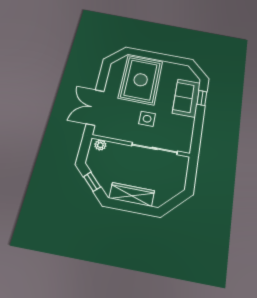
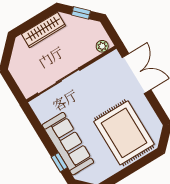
sofa: (186, 98) -> (68, 144), width x1.36
side table: (147, 119) -> (87, 102), removed

